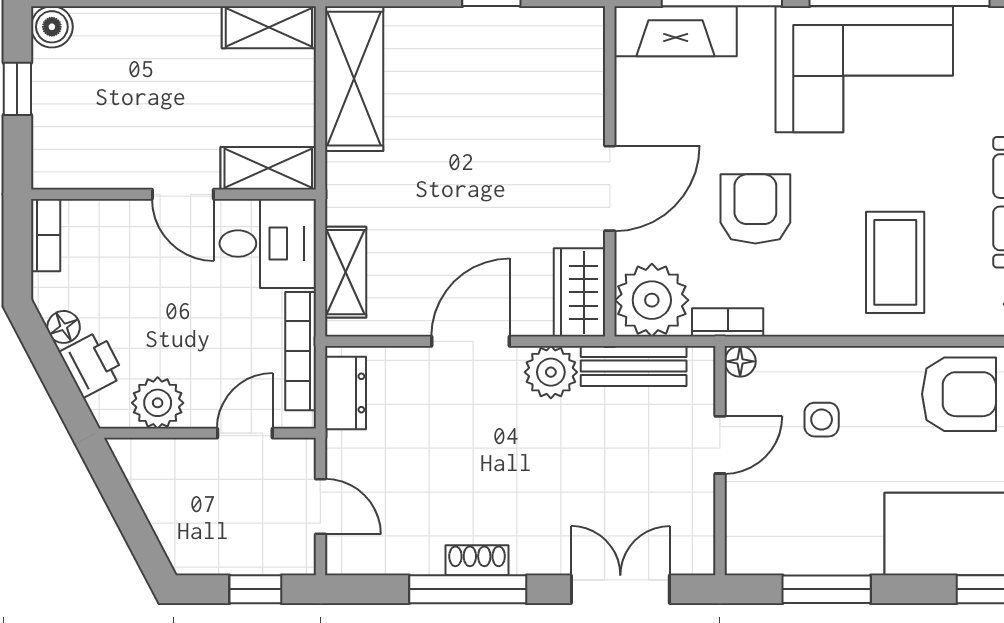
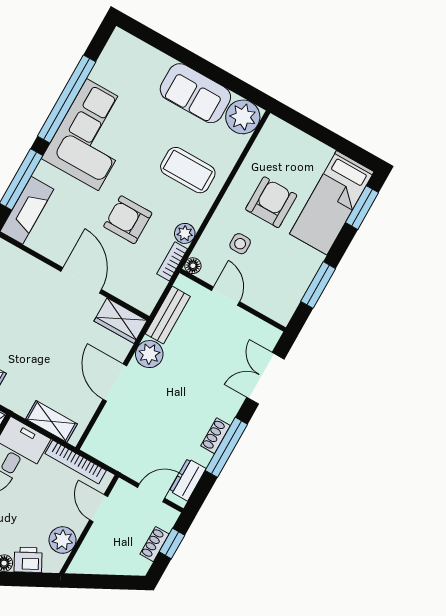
plant: (652, 300) -> (185, 233), moved, width x0.53, depth x0.53
dresser: (345, 393) -> (188, 480), moved, turned -90
armchair: (959, 394) -> (271, 202), moved
shoe rack: (238, 561) -> (154, 544), added

